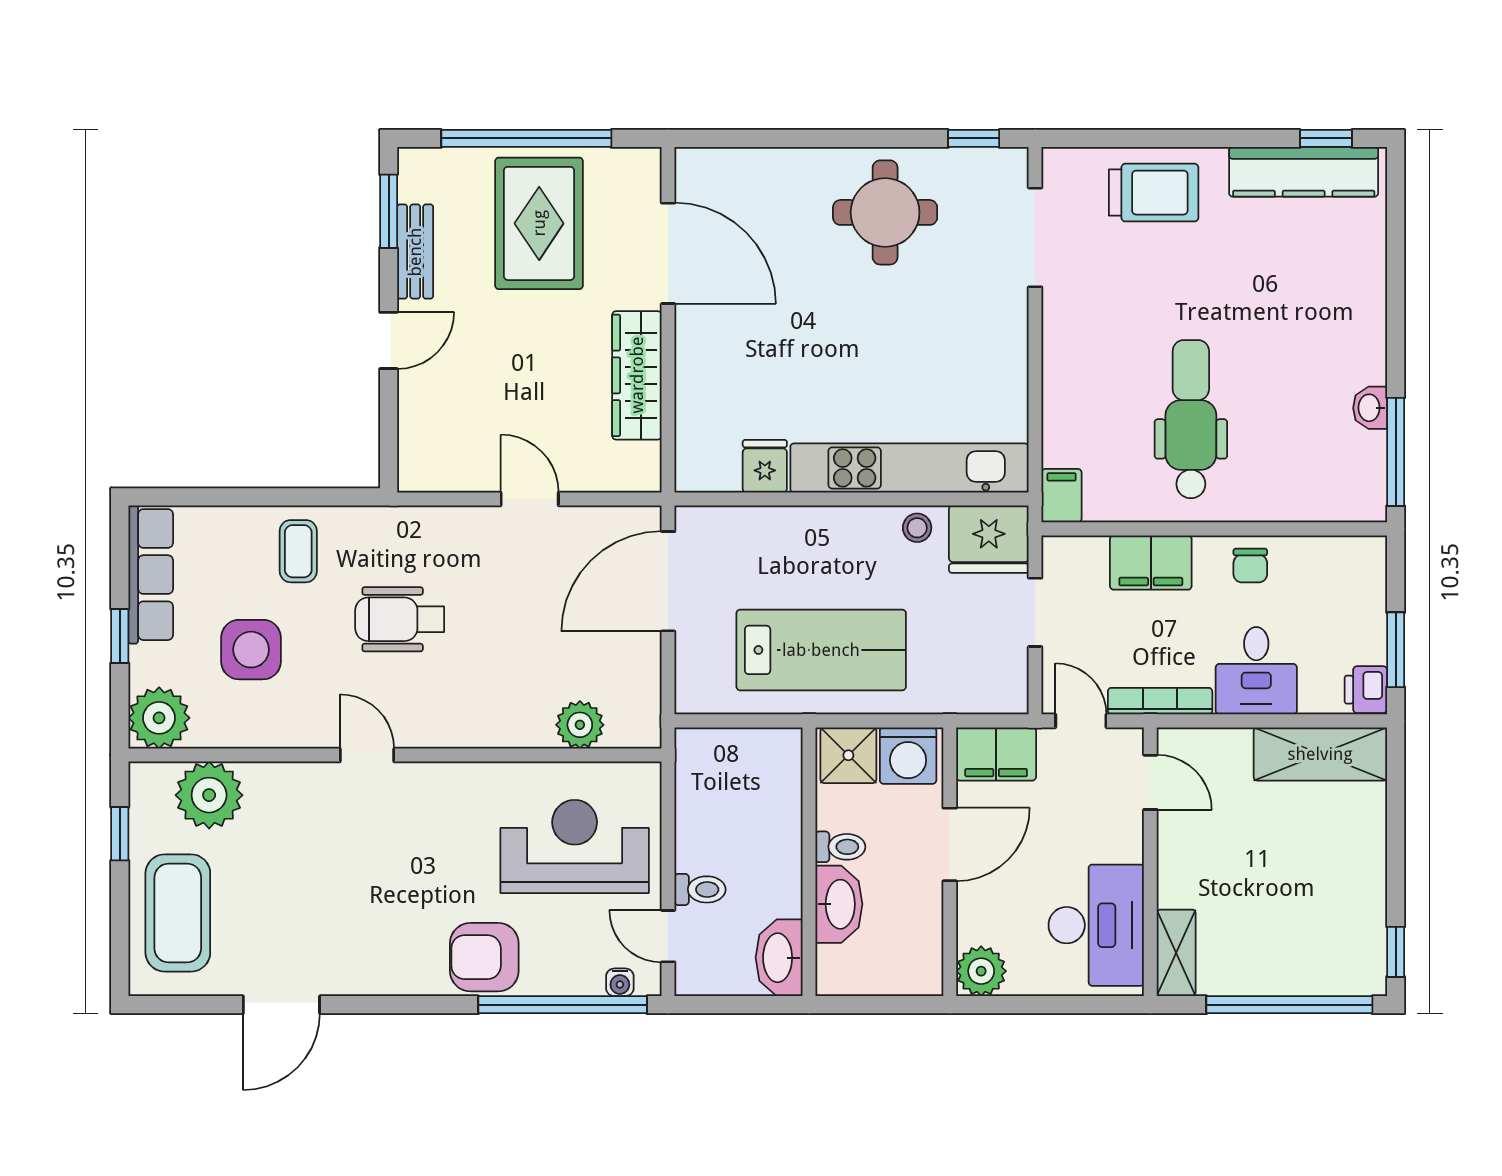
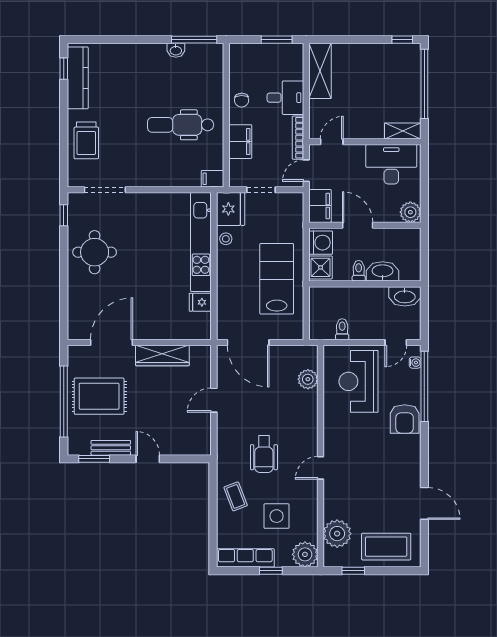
trolley: (1154, 193) -> (86, 140), turned 180
coffee table: (298, 551) -> (236, 496), turned 69
chair: (1250, 566) -> (242, 100), turned 89
printer: (1366, 690) -> (293, 52), removed
toilet: (700, 889) -> (342, 329), moved

